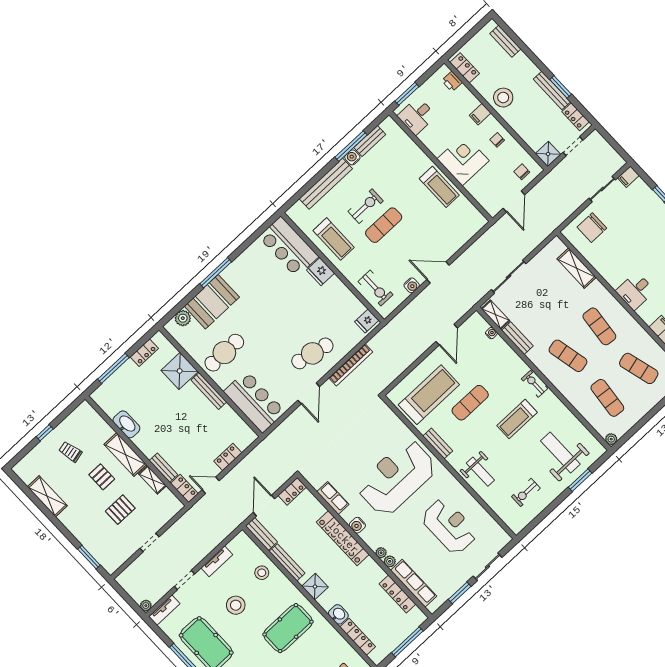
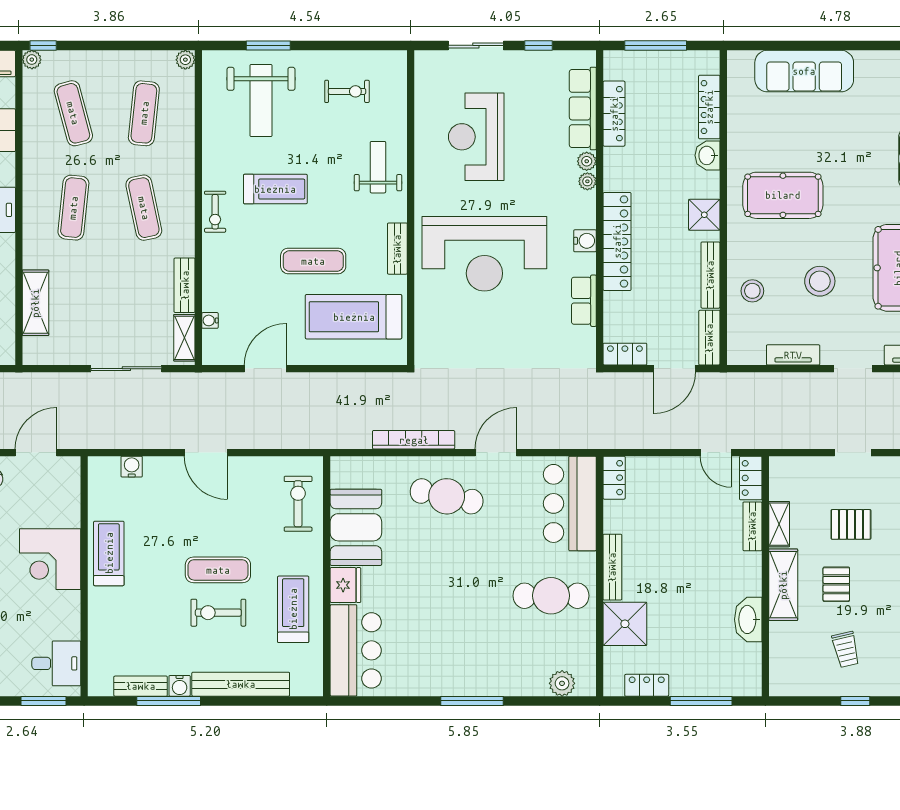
water cooler: (412, 285) -> (132, 467), moved
booth: (212, 302) -> (356, 527), moved, turned 90
fridge: (367, 321) -> (346, 474), removed
locker: (228, 457) -> (614, 478), moved, turned -90
window: (460, 593) -> (538, 45), width x0.67

